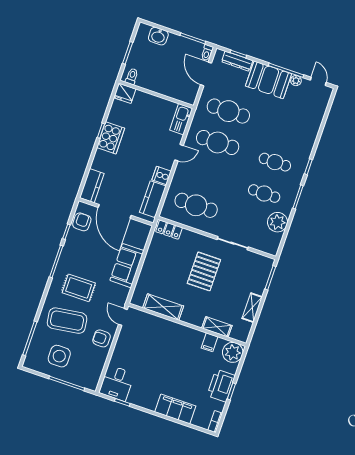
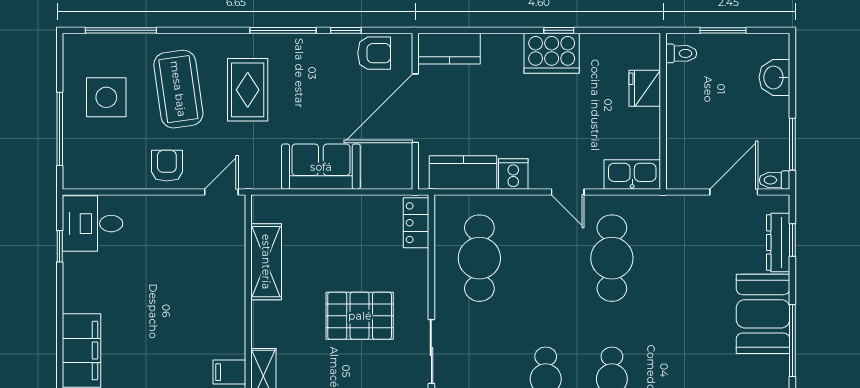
plant: (296, 81) -> (779, 366), removed
fridge: (125, 93) -> (645, 88), moved
cafe table: (228, 111) -> (678, 258), removed

